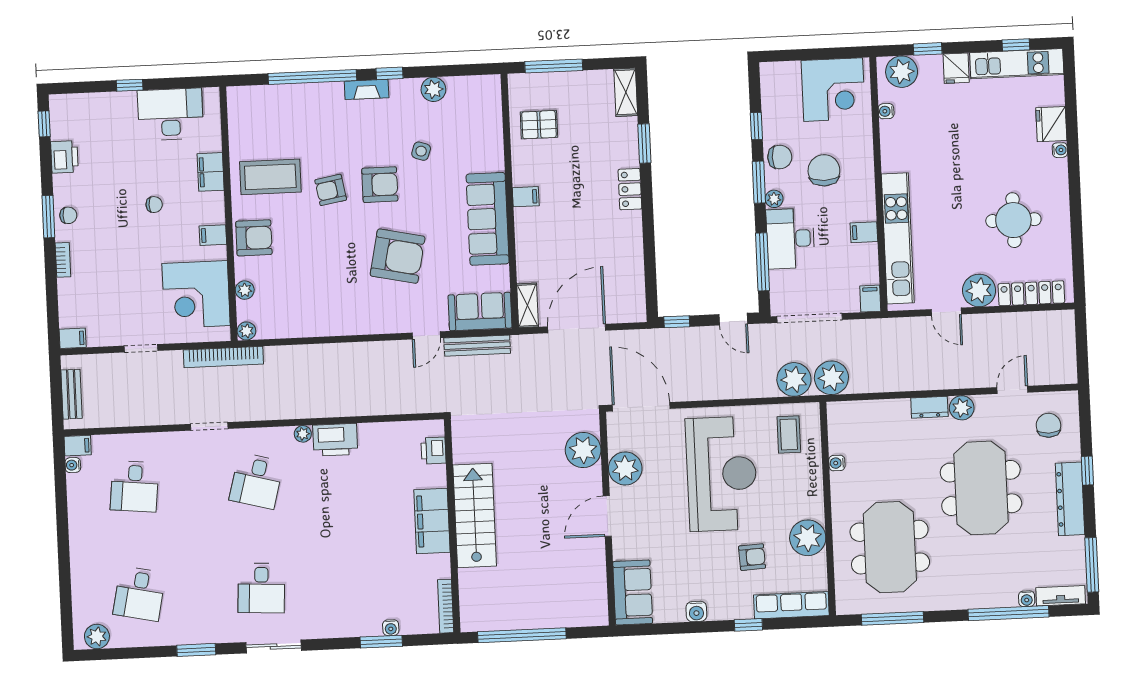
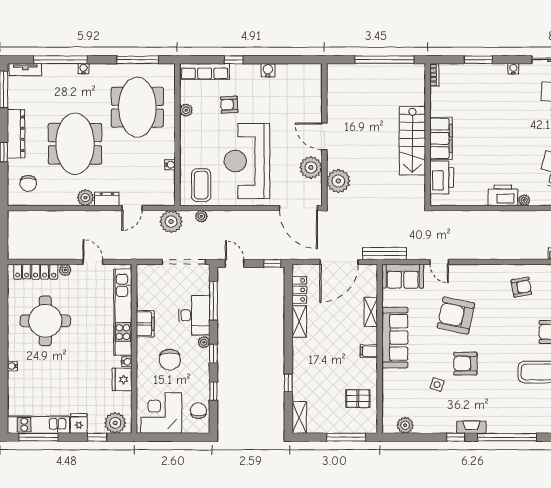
window: (1016, 45) -> (38, 437), width x2.17
plant: (433, 89) -> (405, 425), moved
water cooler: (886, 111) -> (127, 362), moved
fridge: (1051, 124) -> (122, 379), moved, turned 180
window: (644, 143) -> (288, 383), width x0.67
chair: (780, 157) -> (198, 411), moved, turned 90
window: (759, 182) -> (213, 354), width x0.67
locker: (630, 189) -> (299, 290), moved
armchair: (331, 190) -> (521, 287), moved
round table: (1013, 220) -> (45, 321), width x1.36, depth x1.36
filing cabinet: (864, 232) -> (145, 324), width x2.00
shelving: (632, 236) -> (299, 321), added
plant: (979, 290) -> (65, 270), width x0.53, depth x0.53
filing cabinet: (870, 299) -> (143, 273), removed
shelving: (528, 305) -> (371, 312), moved
door: (426, 335) -> (439, 262), swing flipped
bench: (477, 346) -> (385, 254), moved
plant: (794, 379) -> (201, 216), width x0.53, depth x0.53
door: (1012, 390) -> (132, 208), moved
coffee table: (789, 434) -> (201, 185), width x1.36, depth x1.30
printer: (433, 451) -> (442, 177), width x1.87, depth x1.48
door: (607, 516) -> (324, 136), swing flipped
plant: (808, 538) -> (186, 110), width x0.53, depth x0.53
sofa: (633, 593) -> (310, 85), removed
water cooler: (1027, 599) -> (83, 69), moved
bookcase: (446, 606) -> (434, 75), width x0.64
water cooler: (391, 628) -> (513, 69), moved

